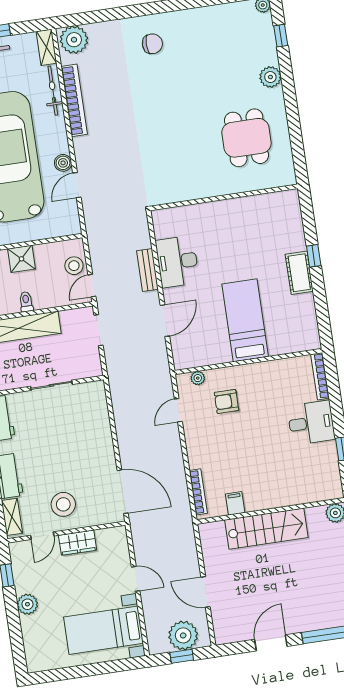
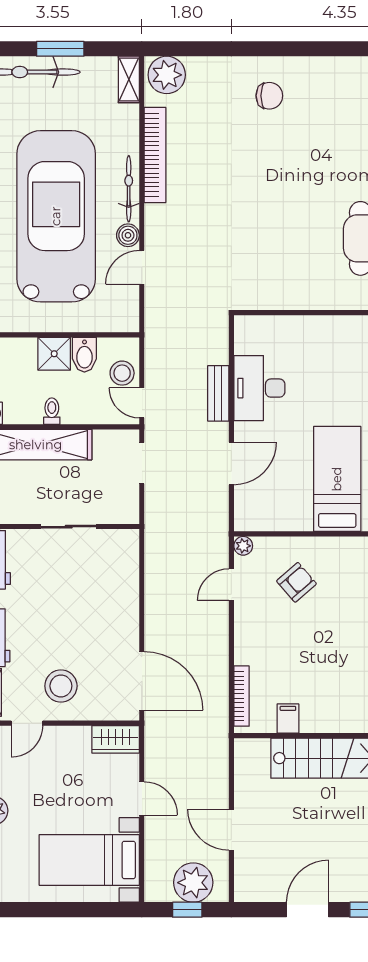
bicycle: (53, 91) -> (129, 189), moved
bidet: (44, 256) -> (84, 355), added
door: (92, 286) -> (142, 403), hinge flipped
plant: (198, 378) -> (243, 546), moved
armchair: (226, 401) -> (297, 582), turned 139
wardrobe: (78, 543) -> (116, 739), moved

